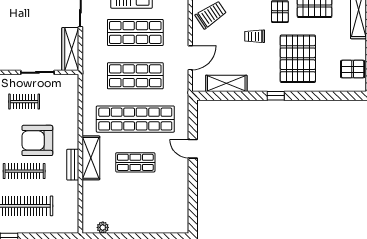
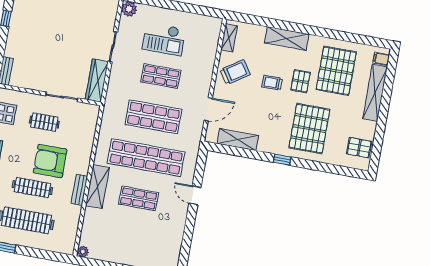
shop shelf: (135, 32) -> (161, 76), width x0.70, depth x0.74
trolley: (255, 36) -> (272, 83), moved
plant: (103, 227) -> (83, 252), moved

